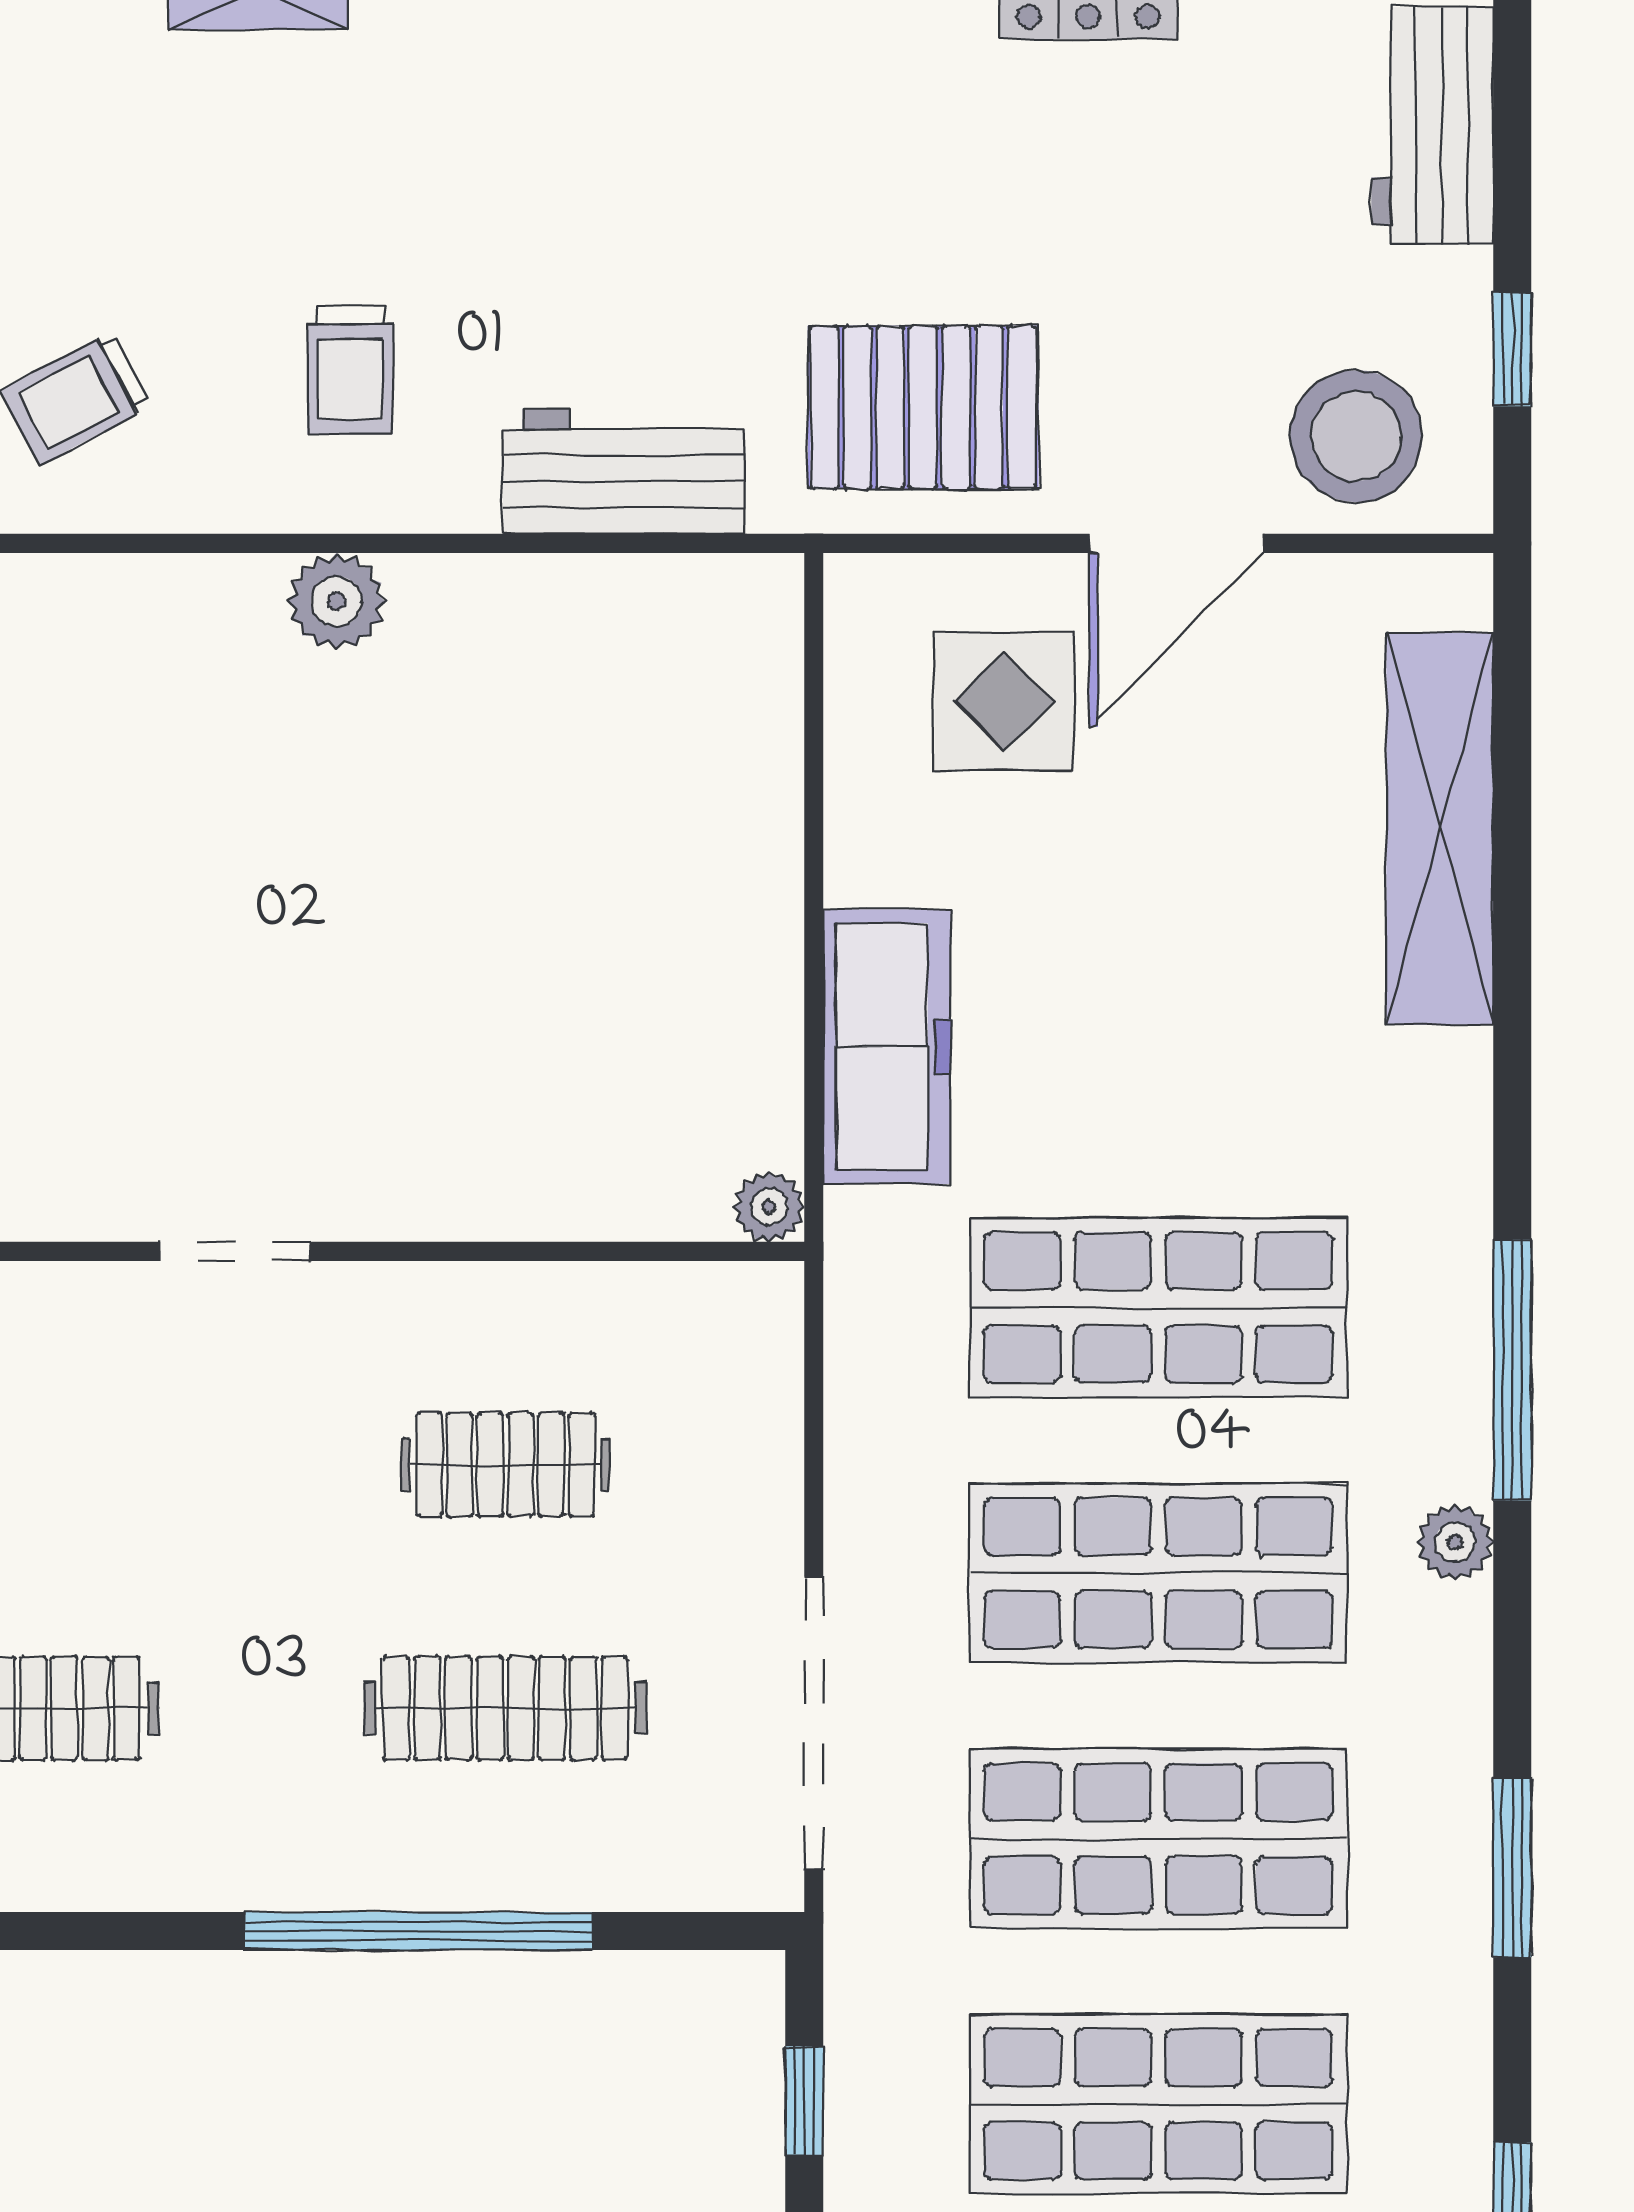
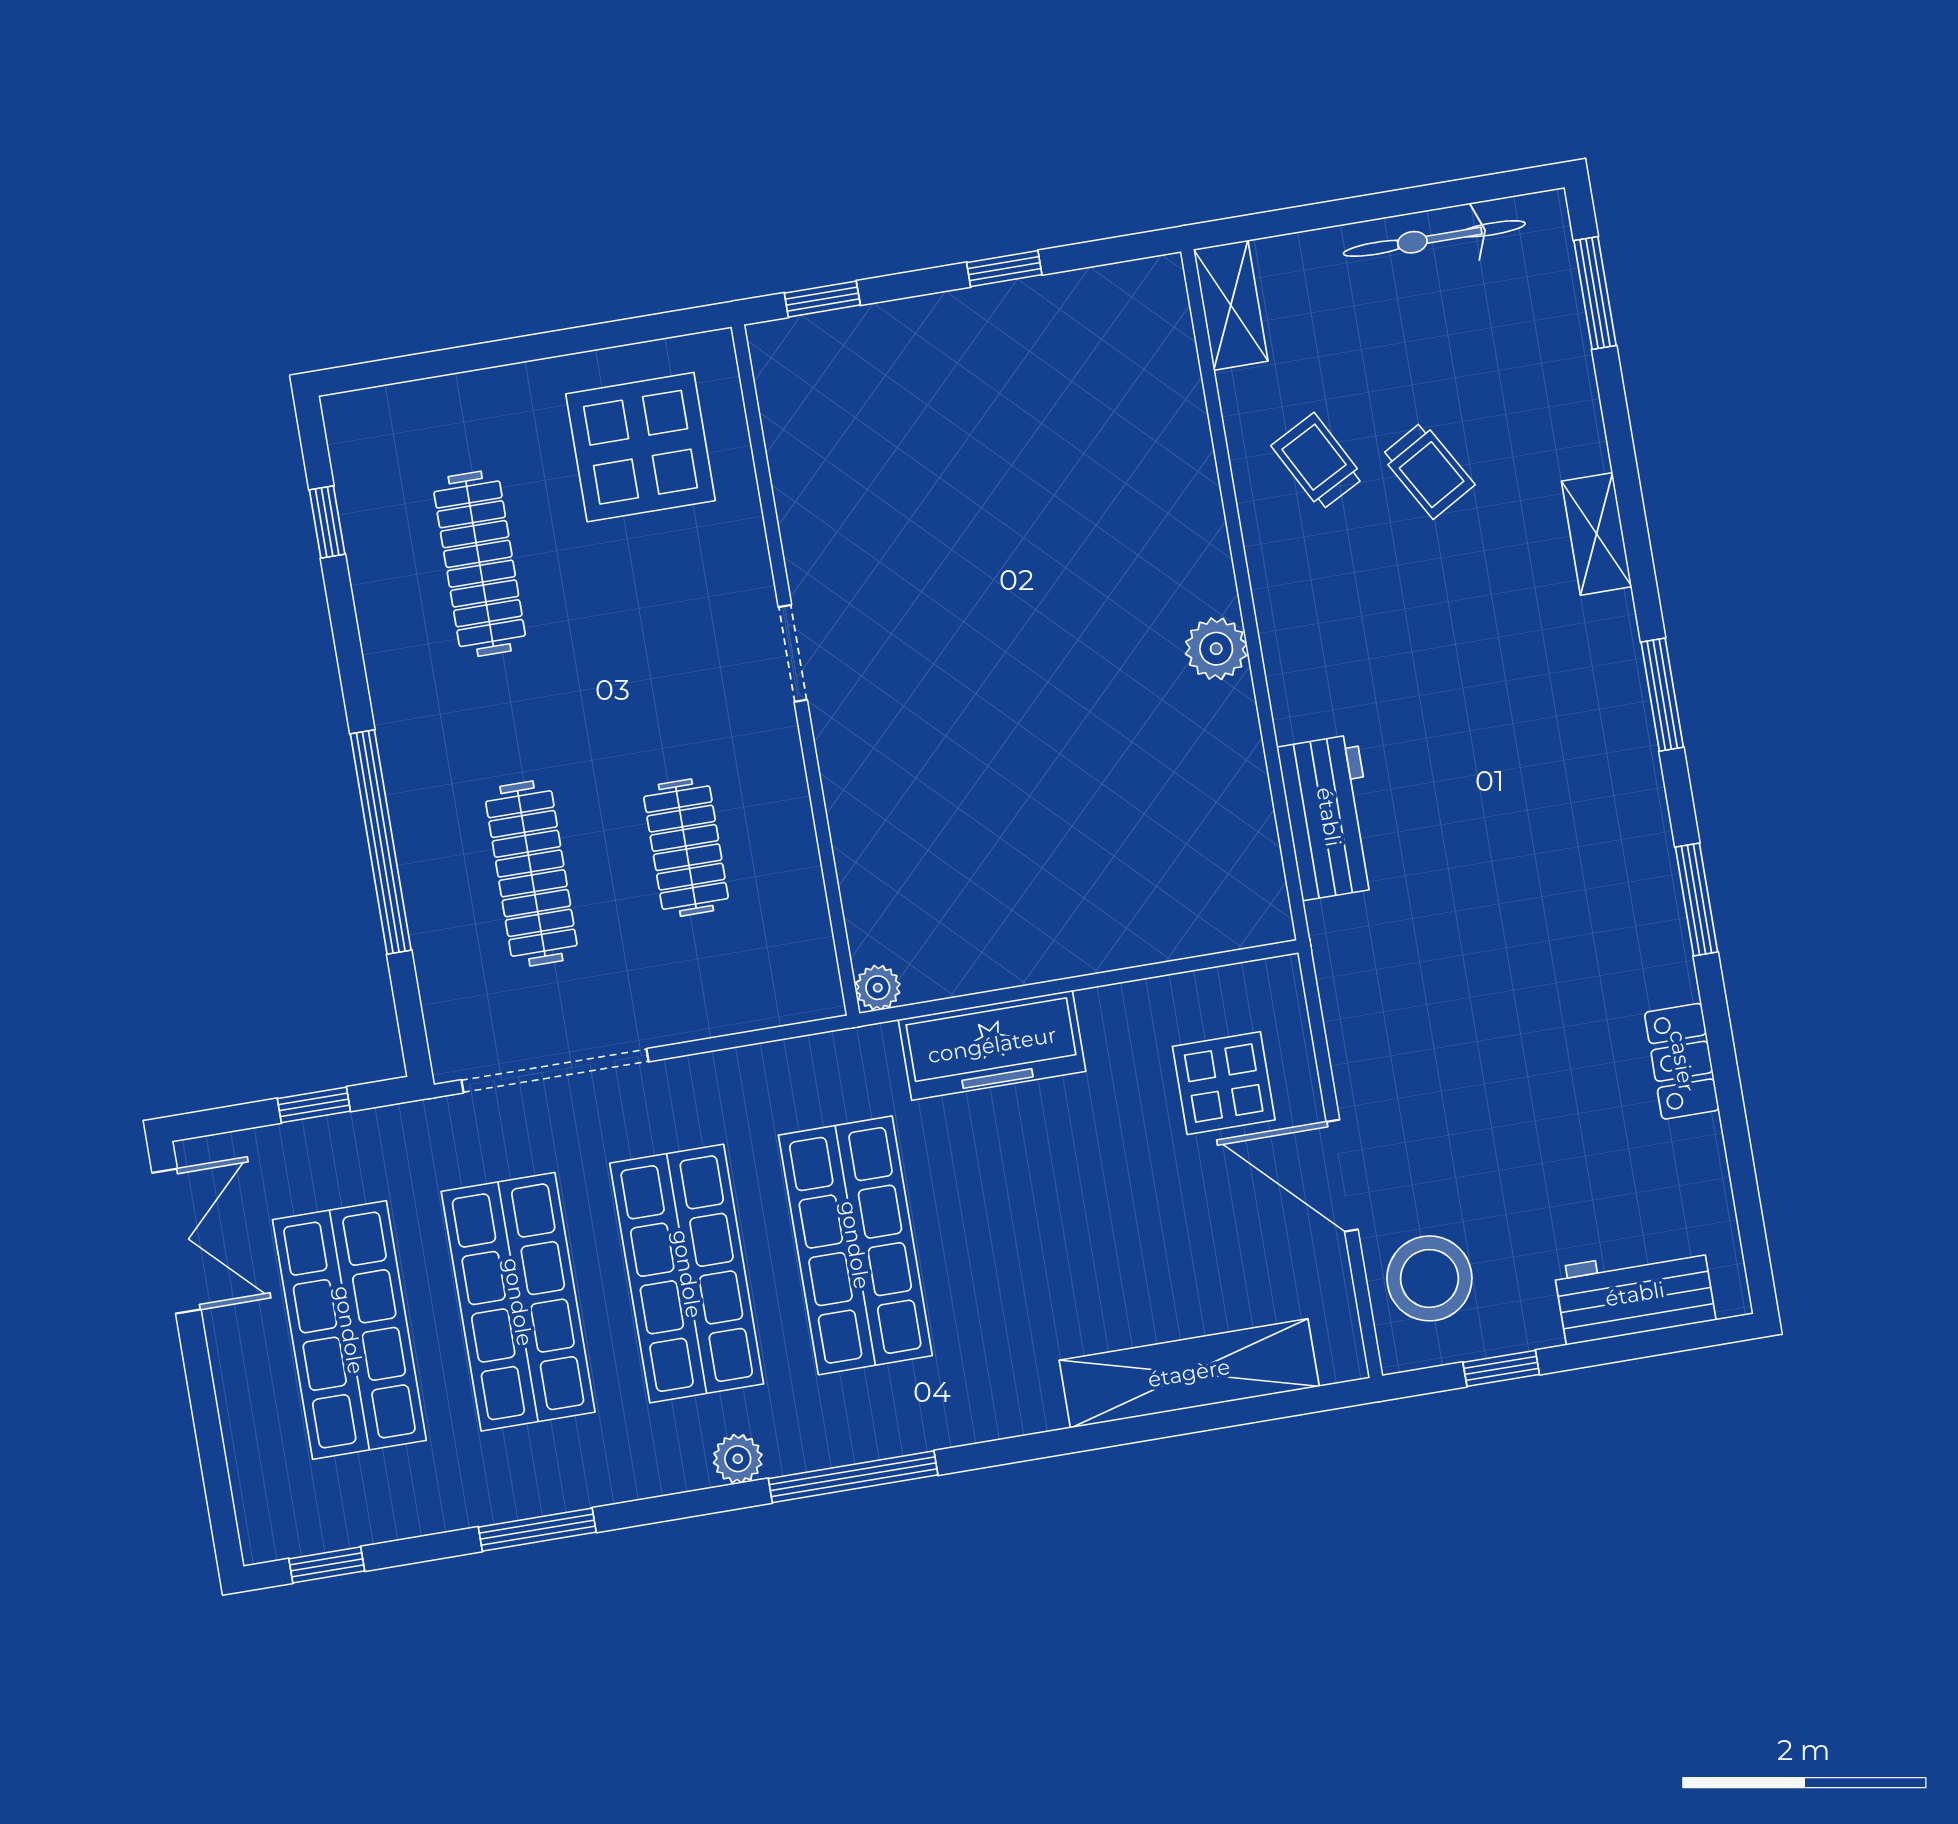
trolley: (350, 370) -> (1428, 470), moved, turned -120
pallet: (923, 407) -> (1402, 1000), removed

